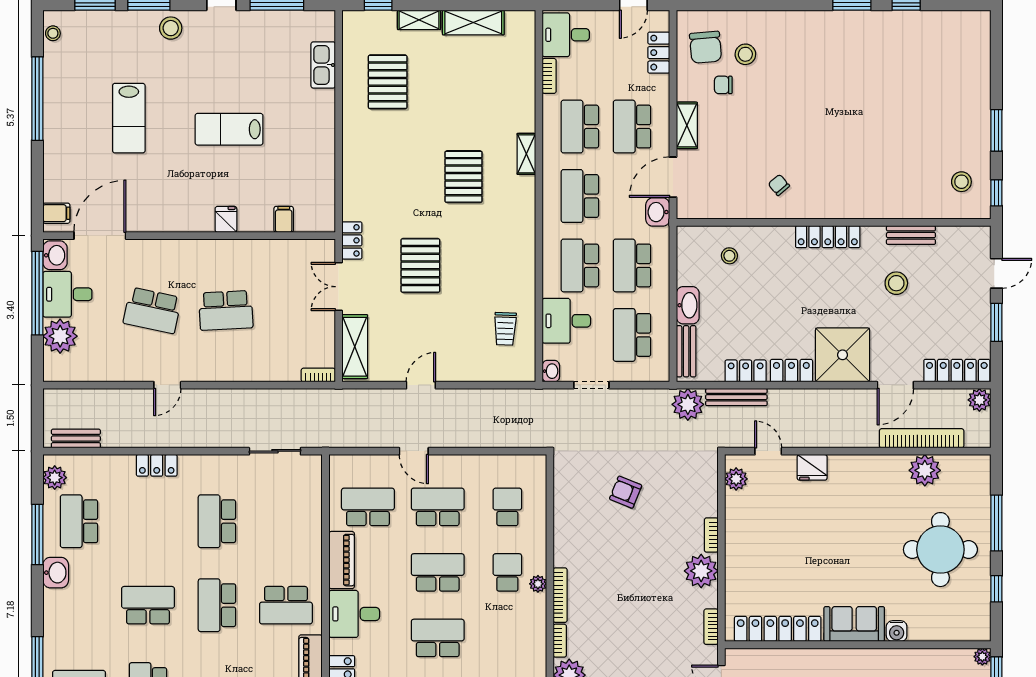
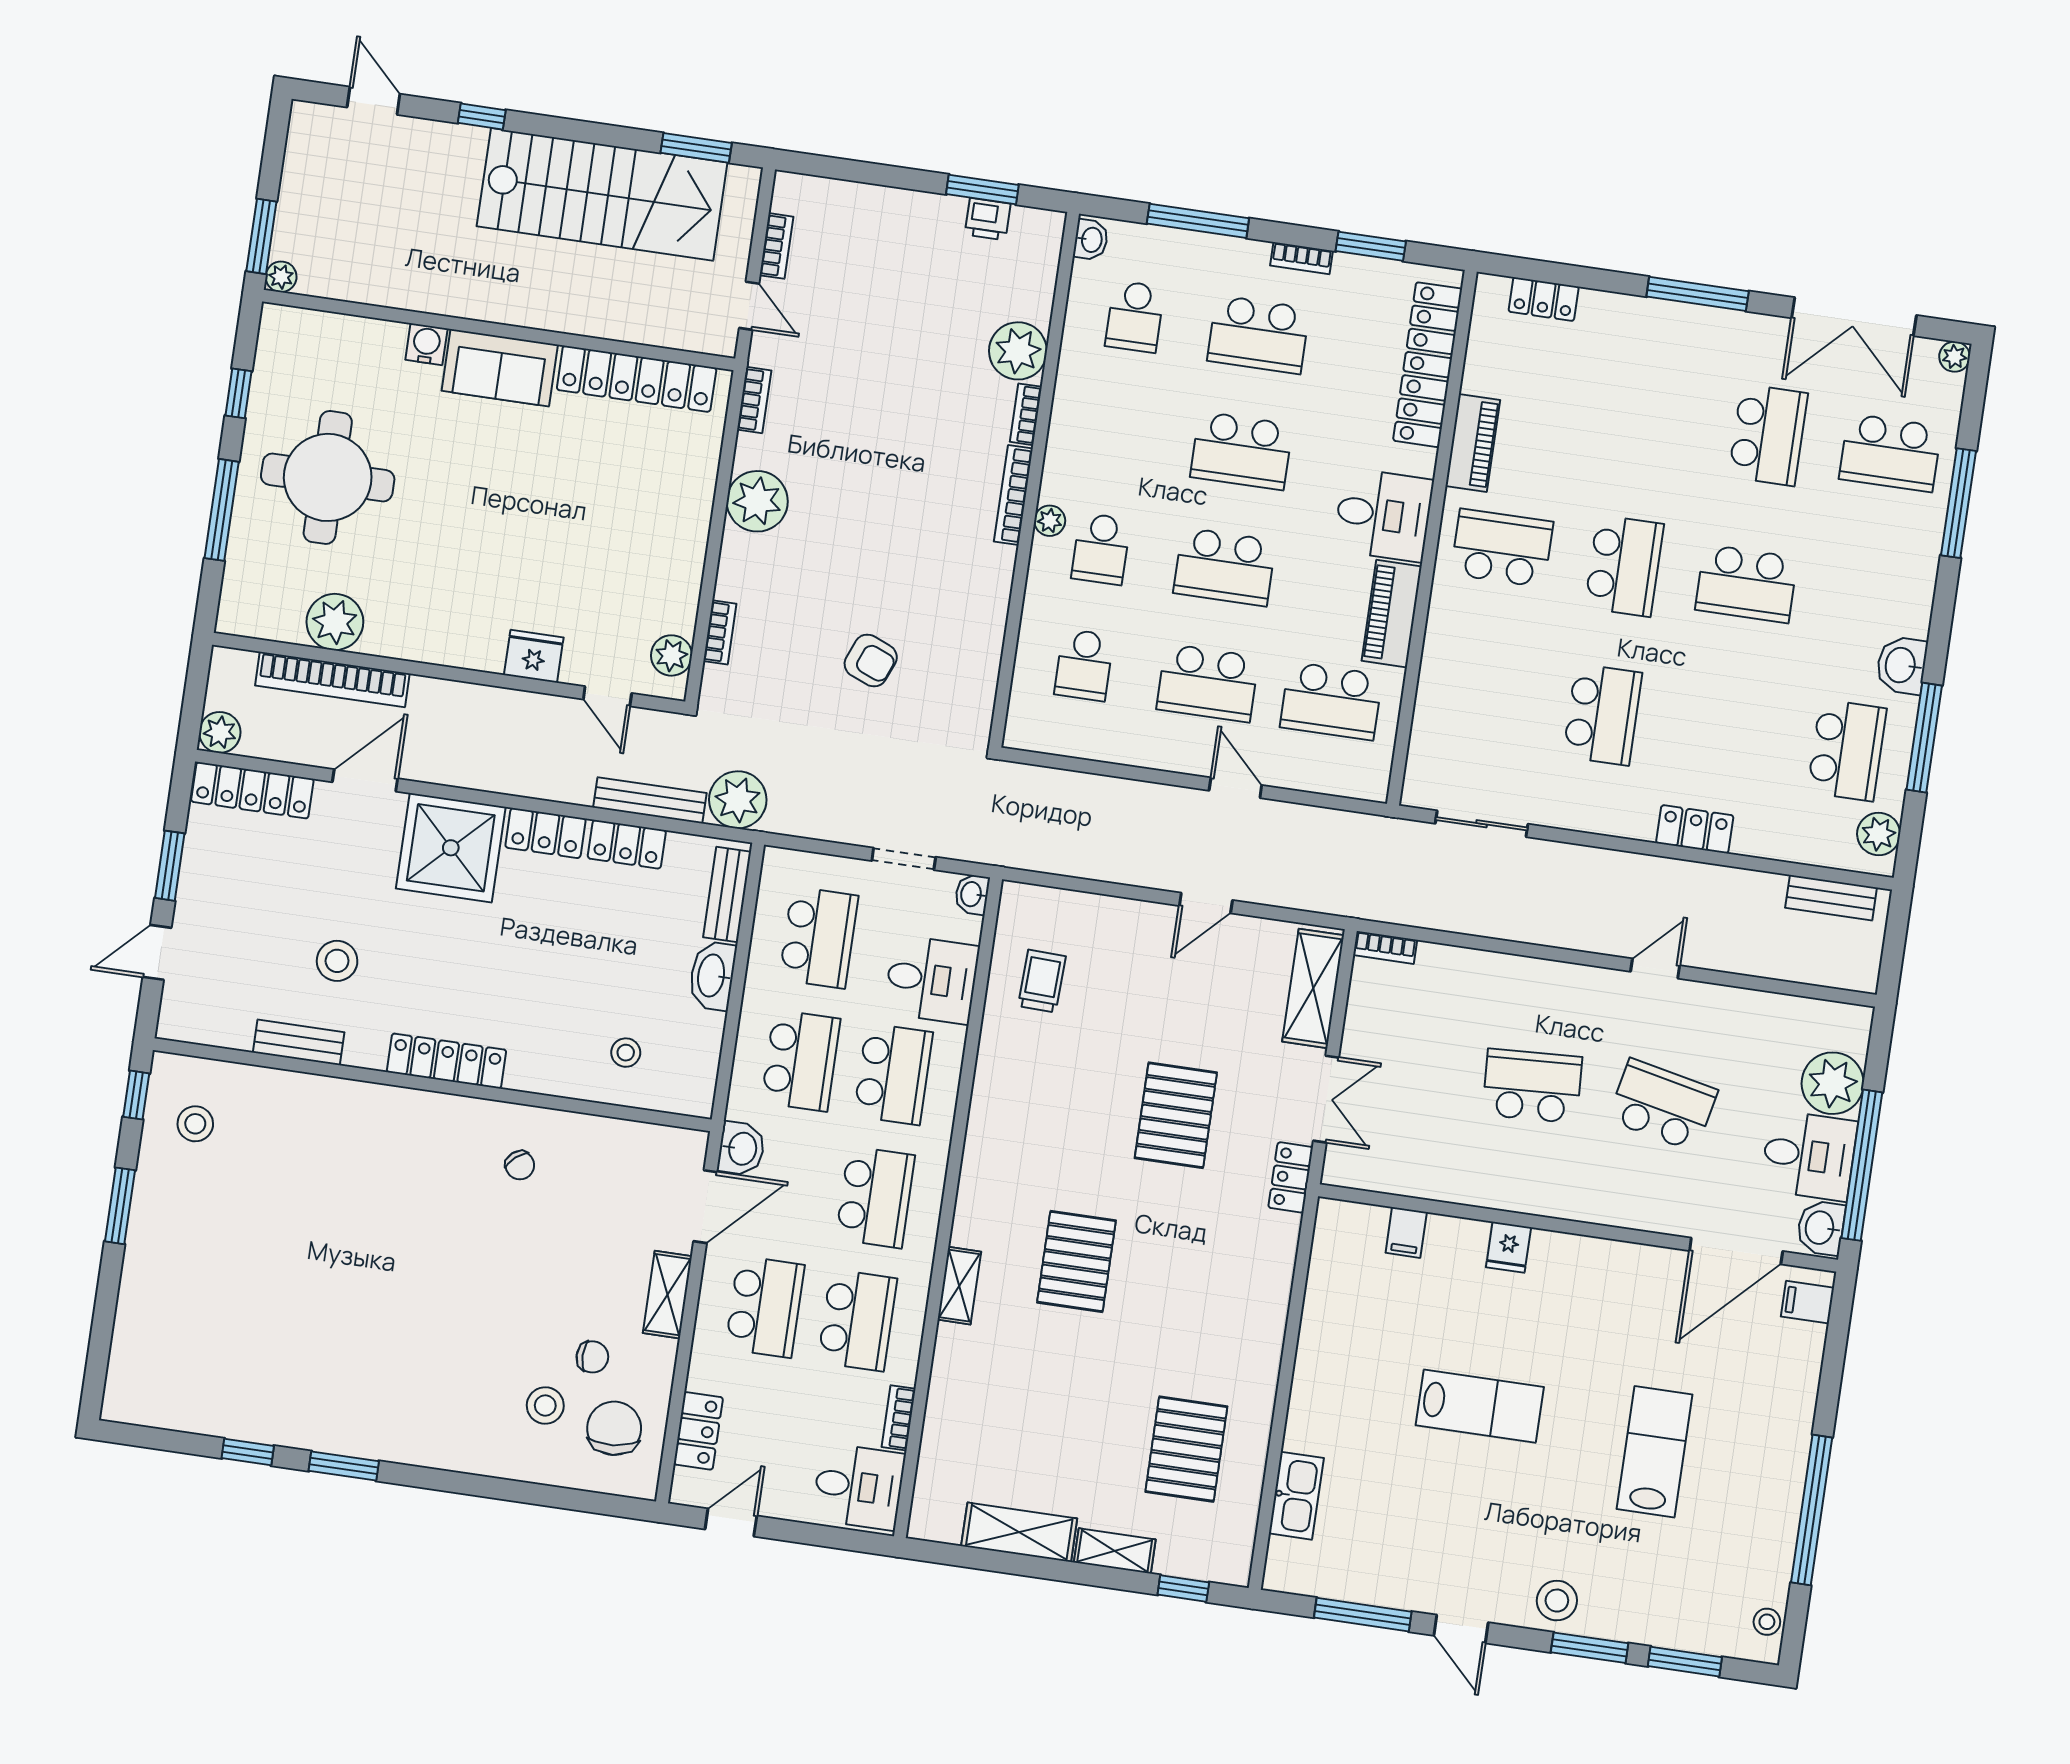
bookcase: (711, 535) -> (720, 632), moved

